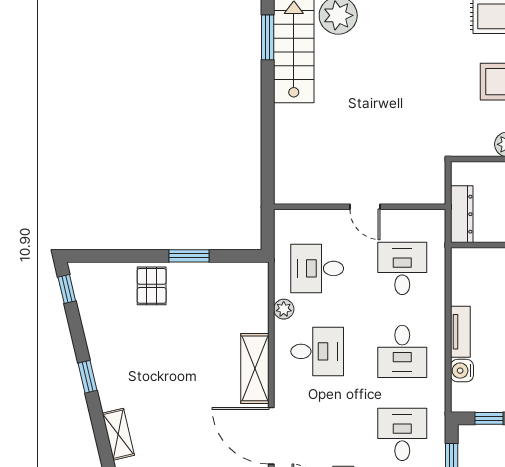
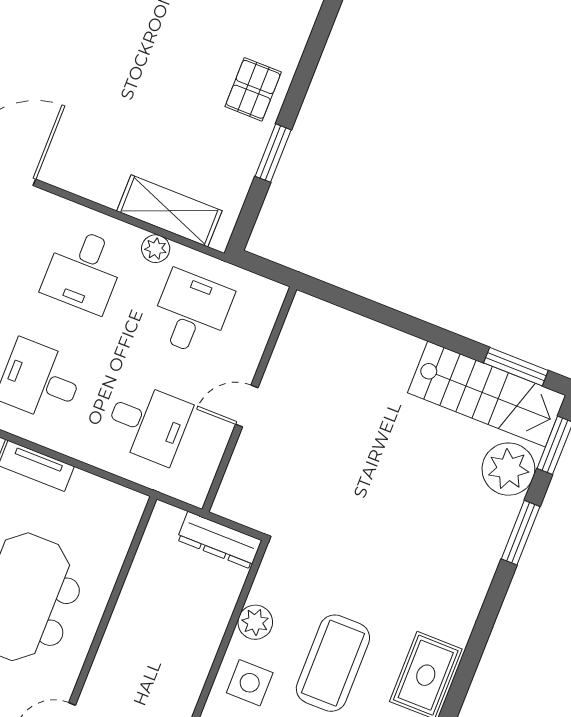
dresser: (462, 214) -> (219, 540), moved
pallet: (152, 286) -> (253, 89), turned 90
shelving: (255, 368) -> (169, 211), moved

